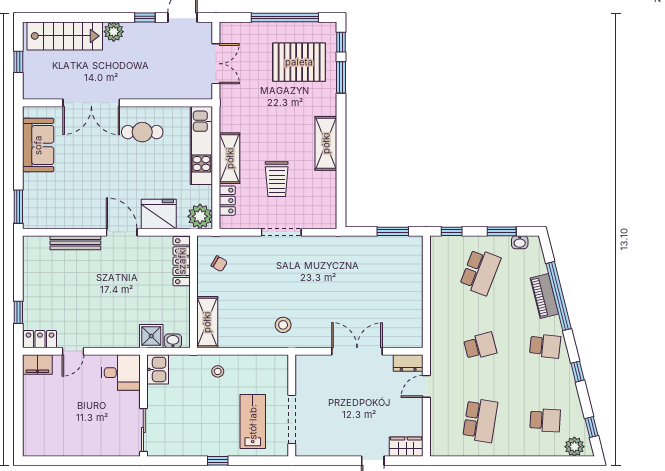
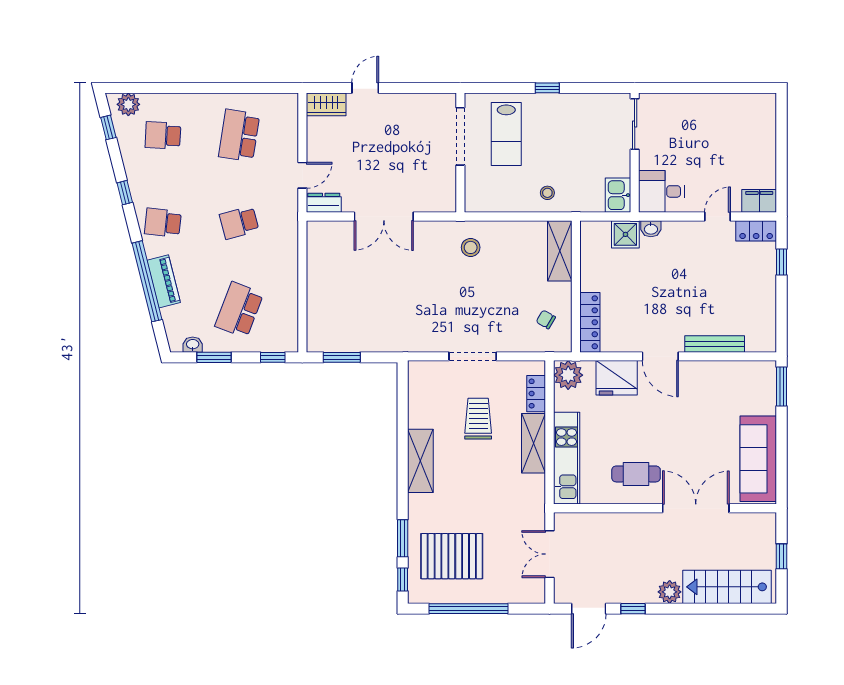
sofa: (38, 145) -> (758, 459), width x1.36
washbasin: (173, 341) -> (651, 229), moved

